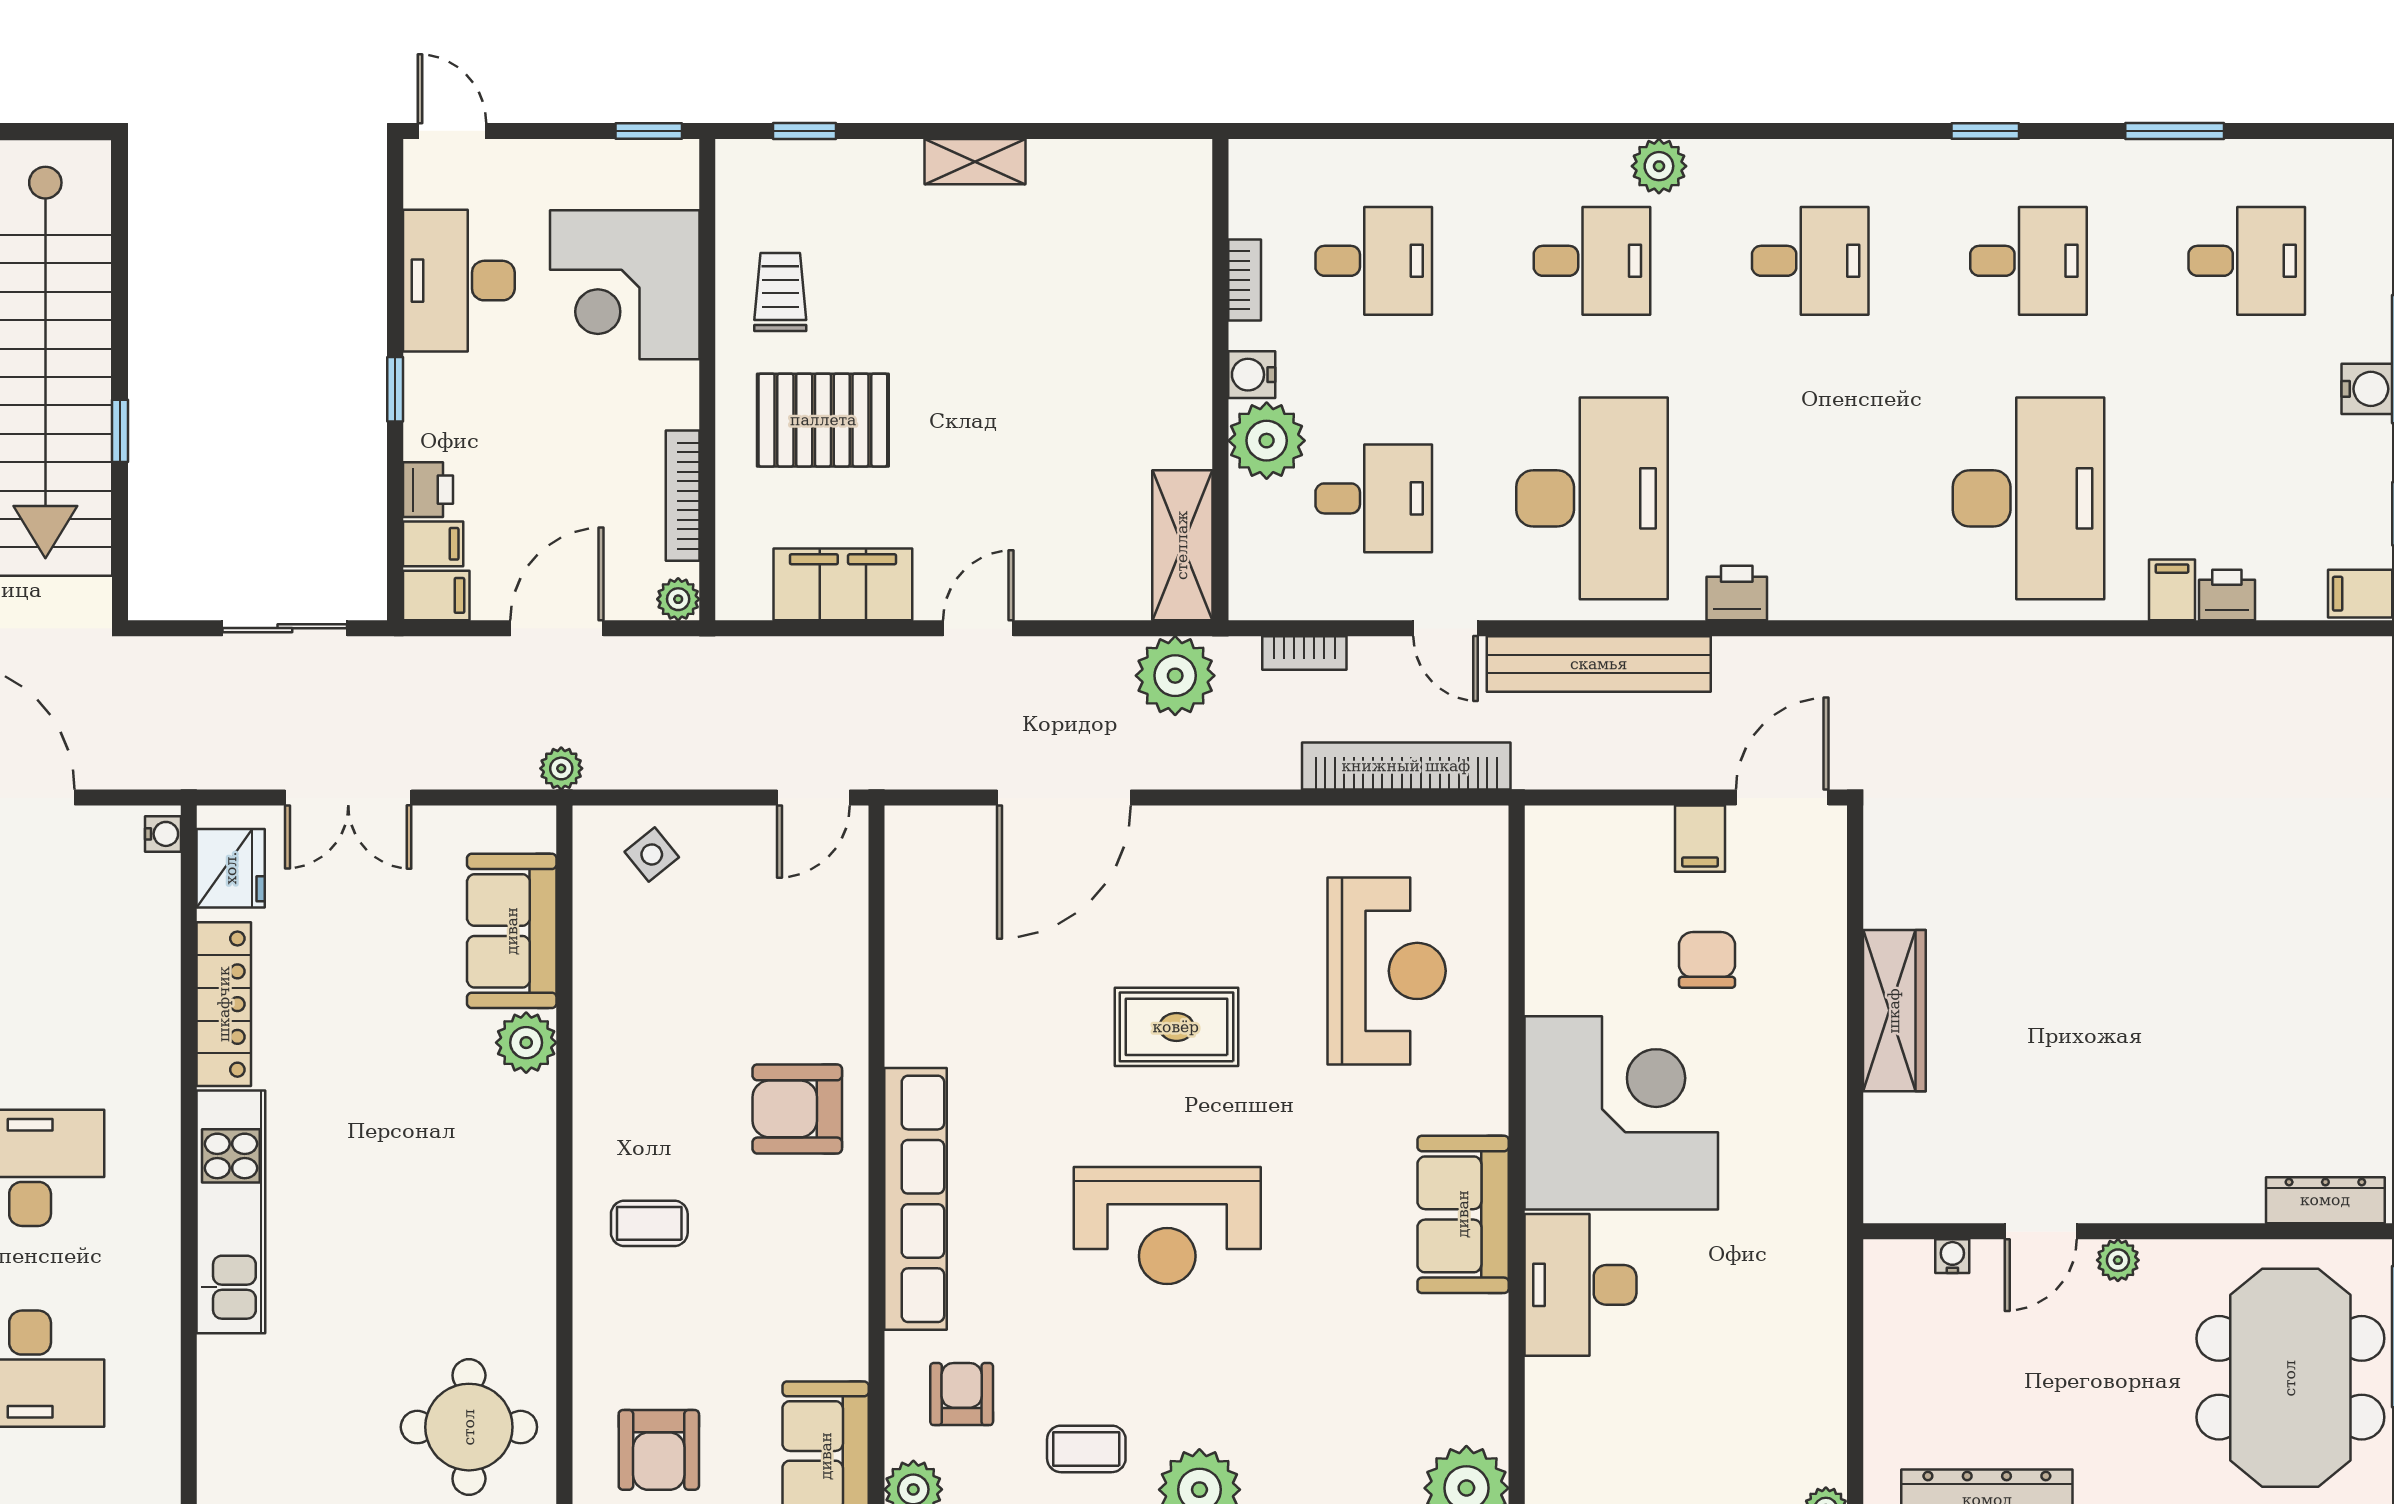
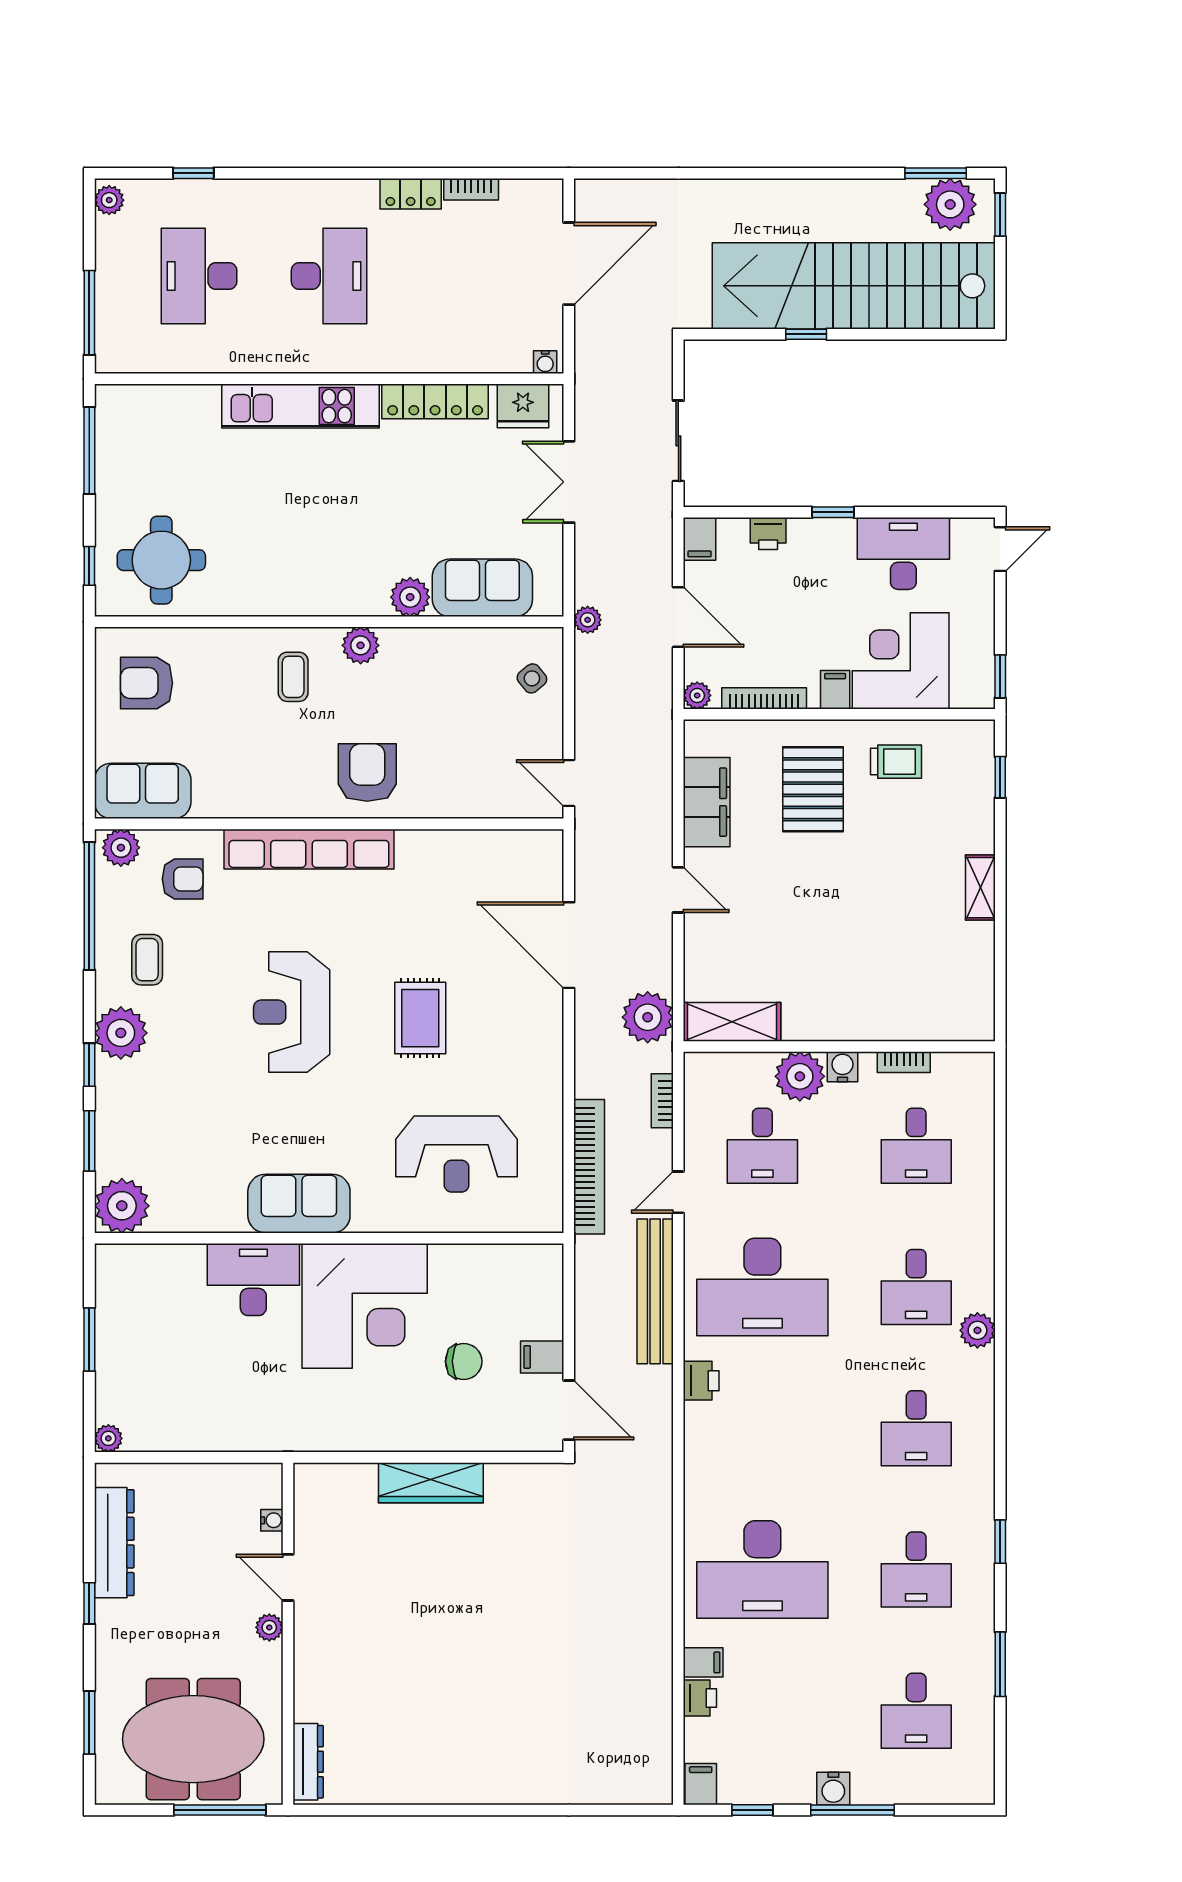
filing cabinet: (433, 544) -> (835, 690), moved, turned 180
plant: (601, 1119) -> (361, 645), added

